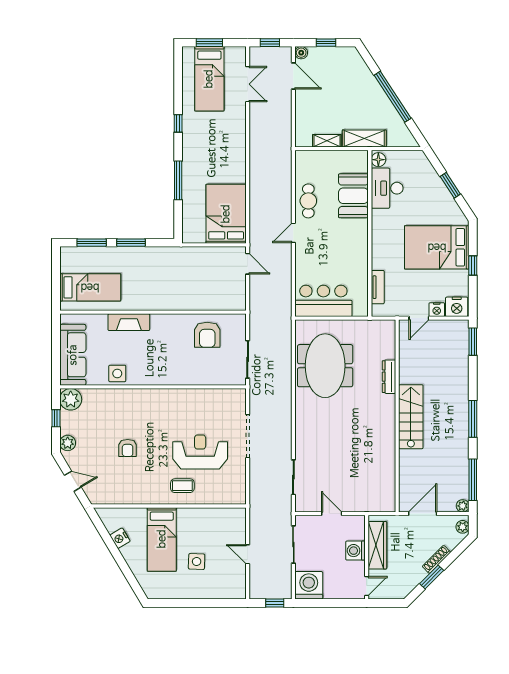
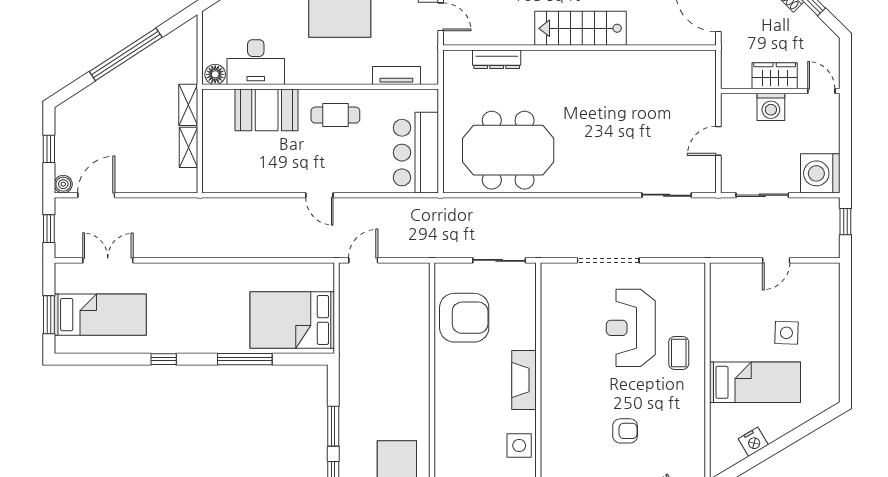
shelving: (364, 138) -> (188, 105), width x0.67, depth x0.75
cafe table: (308, 201) -> (335, 115), moved
bed: (226, 214) -> (292, 320), moved
fireplace: (129, 322) -> (524, 380), moved, turned 180
armchair: (207, 335) -> (464, 318), width x1.36, depth x1.36
dresser: (389, 377) -> (497, 59), moved
wardrobe: (377, 545) -> (775, 76), width x0.67

